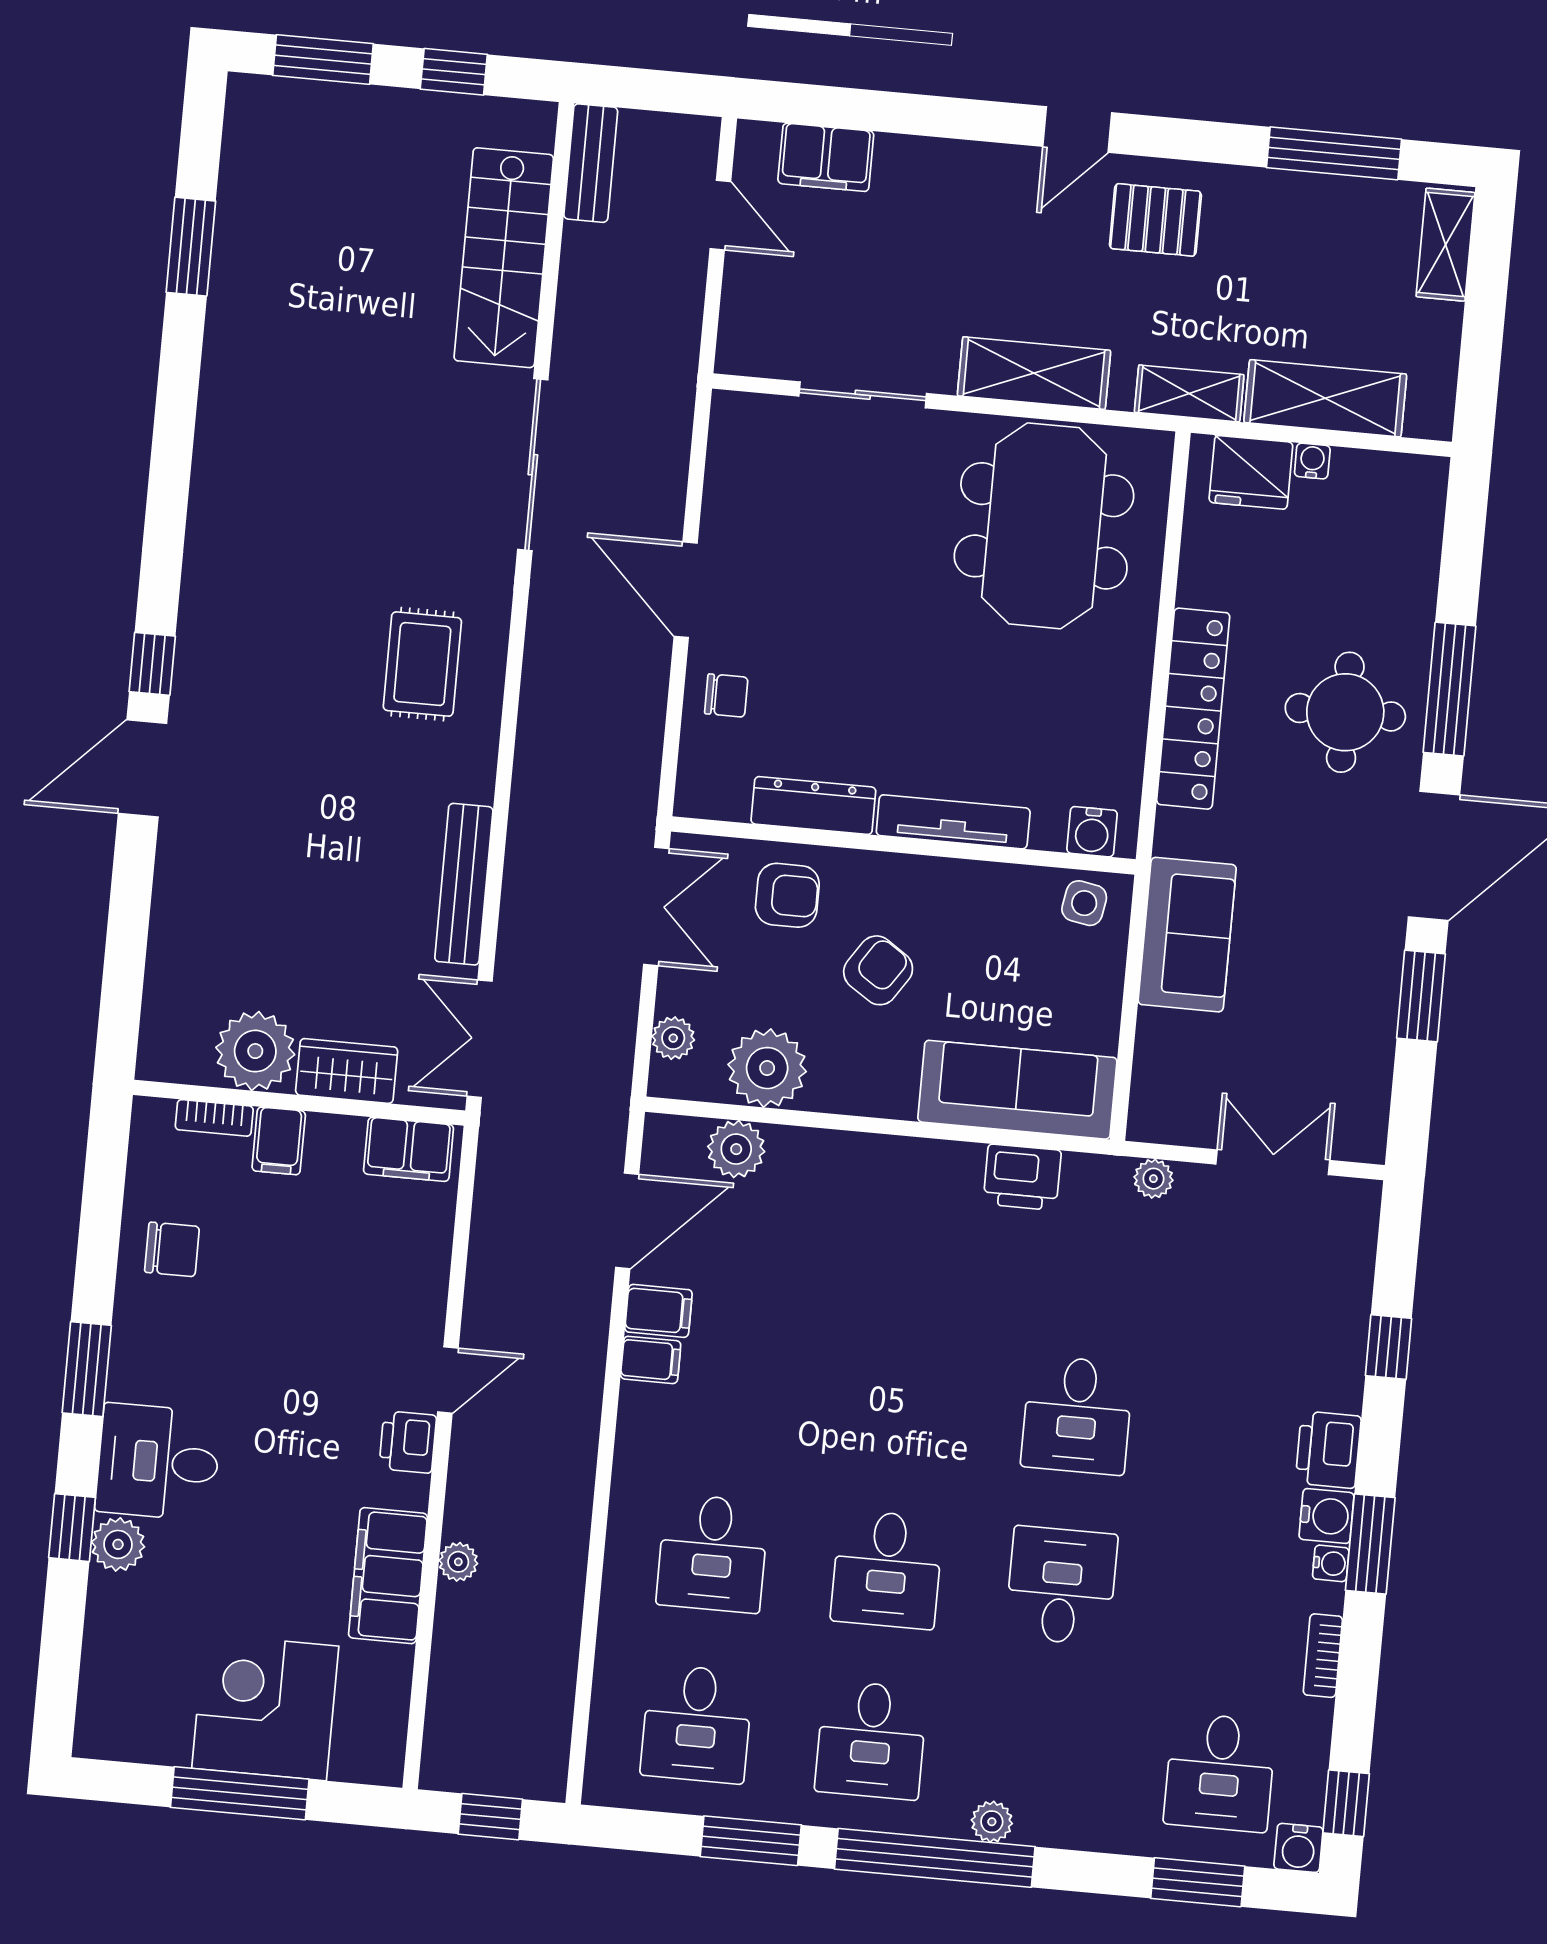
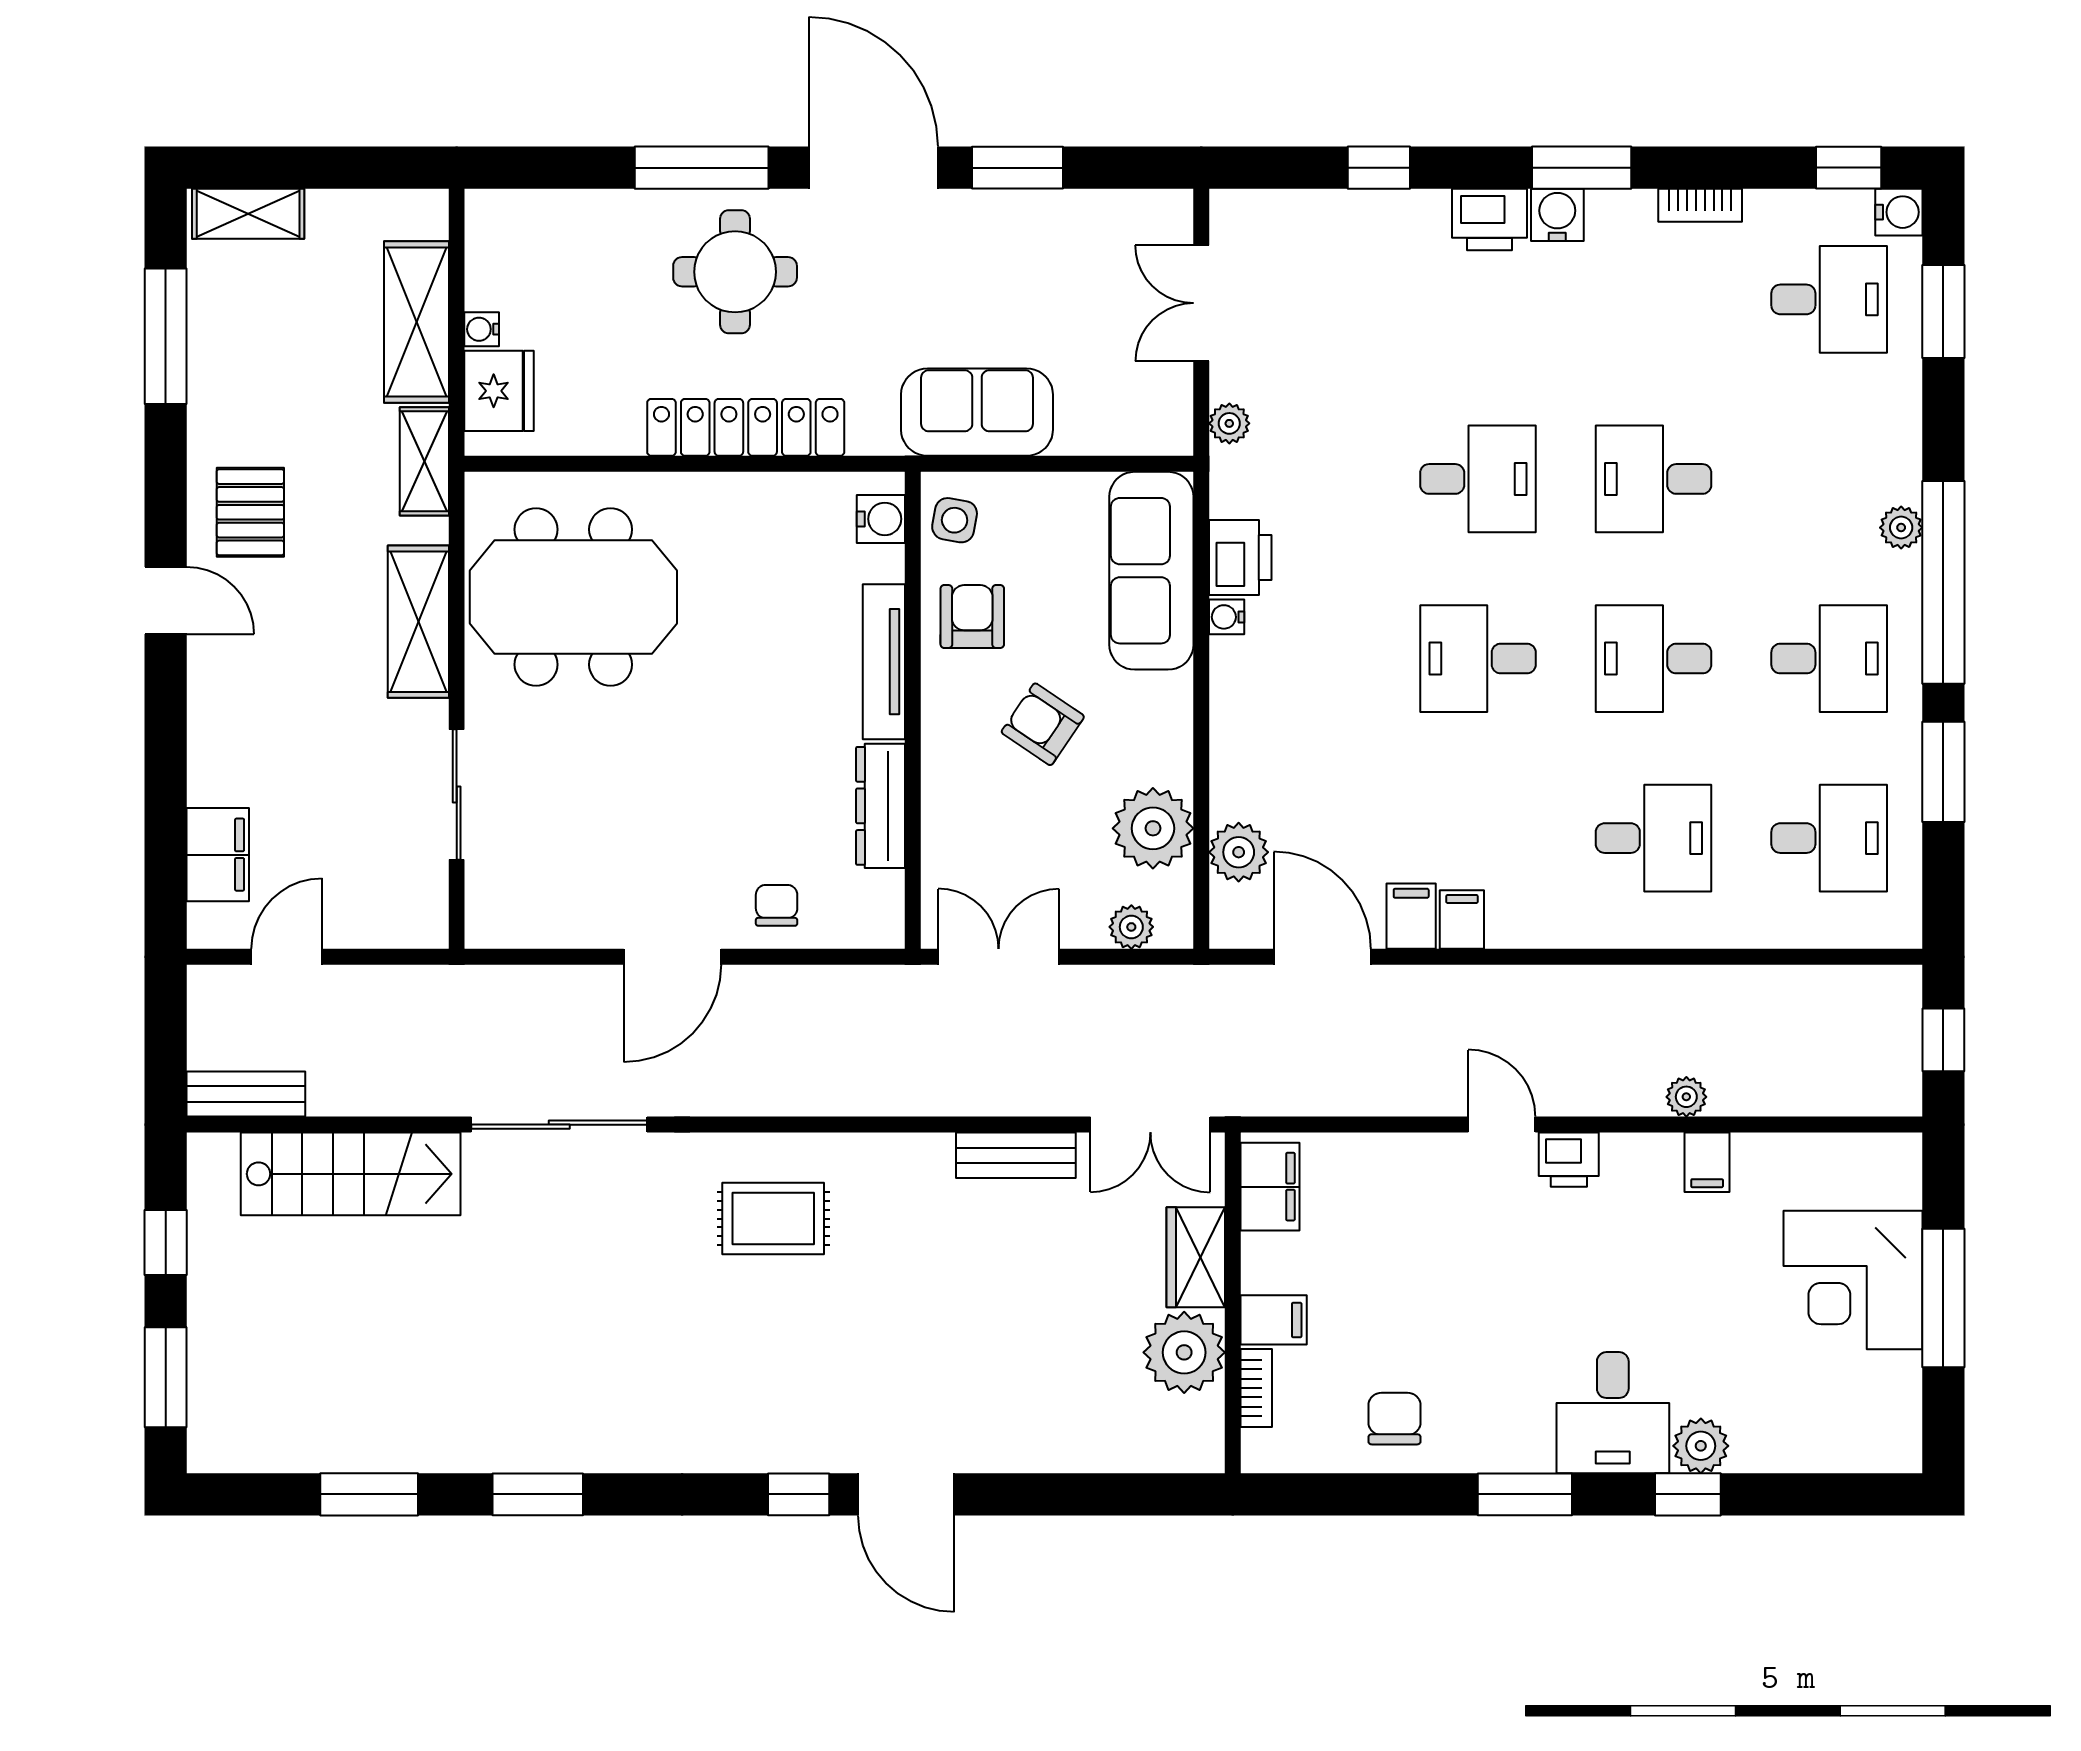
window: (176, 410) -> (538, 1494), added
bench: (464, 884) -> (1016, 1155), width x0.73
armchair: (787, 895) -> (972, 617), moved
desk: (903, 1399) -> (1478, 659), added
water cooler: (1331, 1563) -> (1227, 617), moved, turned -90
desk: (887, 1569) -> (1654, 659), turned 180
filing cabinet: (388, 1576) -> (1707, 1162), width x0.33, depth x0.86

